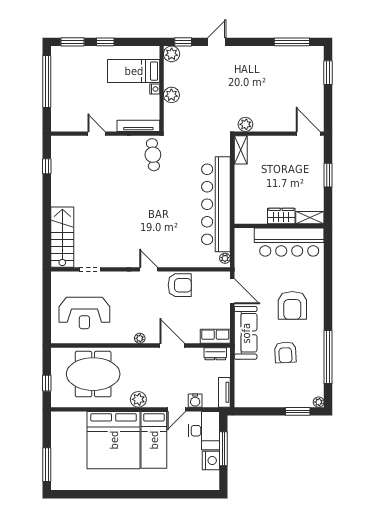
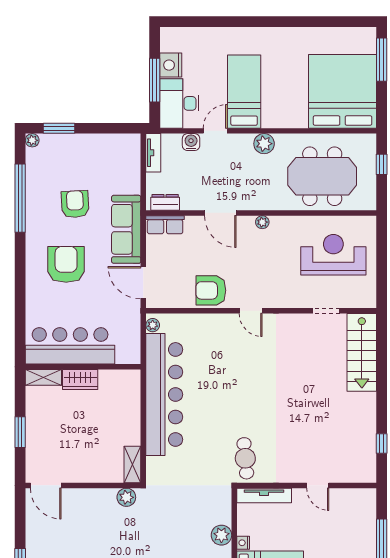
bed: (114, 440) -> (343, 91), moved

